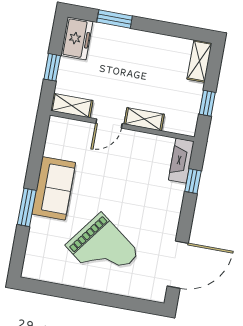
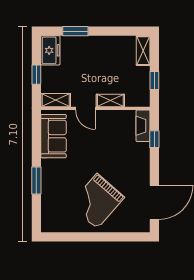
door: (109, 124) -> (85, 108), hinge flipped
sofa: (54, 188) -> (54, 136), moved
grand piano: (102, 249) -> (97, 201), turned 94

